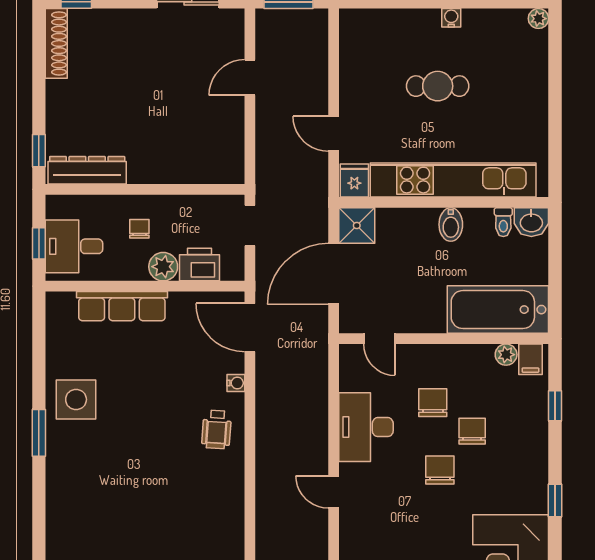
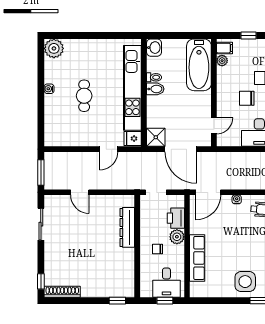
plant: (538, 19) -> (54, 48), width x1.87, depth x1.87
dresser: (87, 170) -> (127, 227), moved
toilet: (503, 222) -> (154, 77), moved

